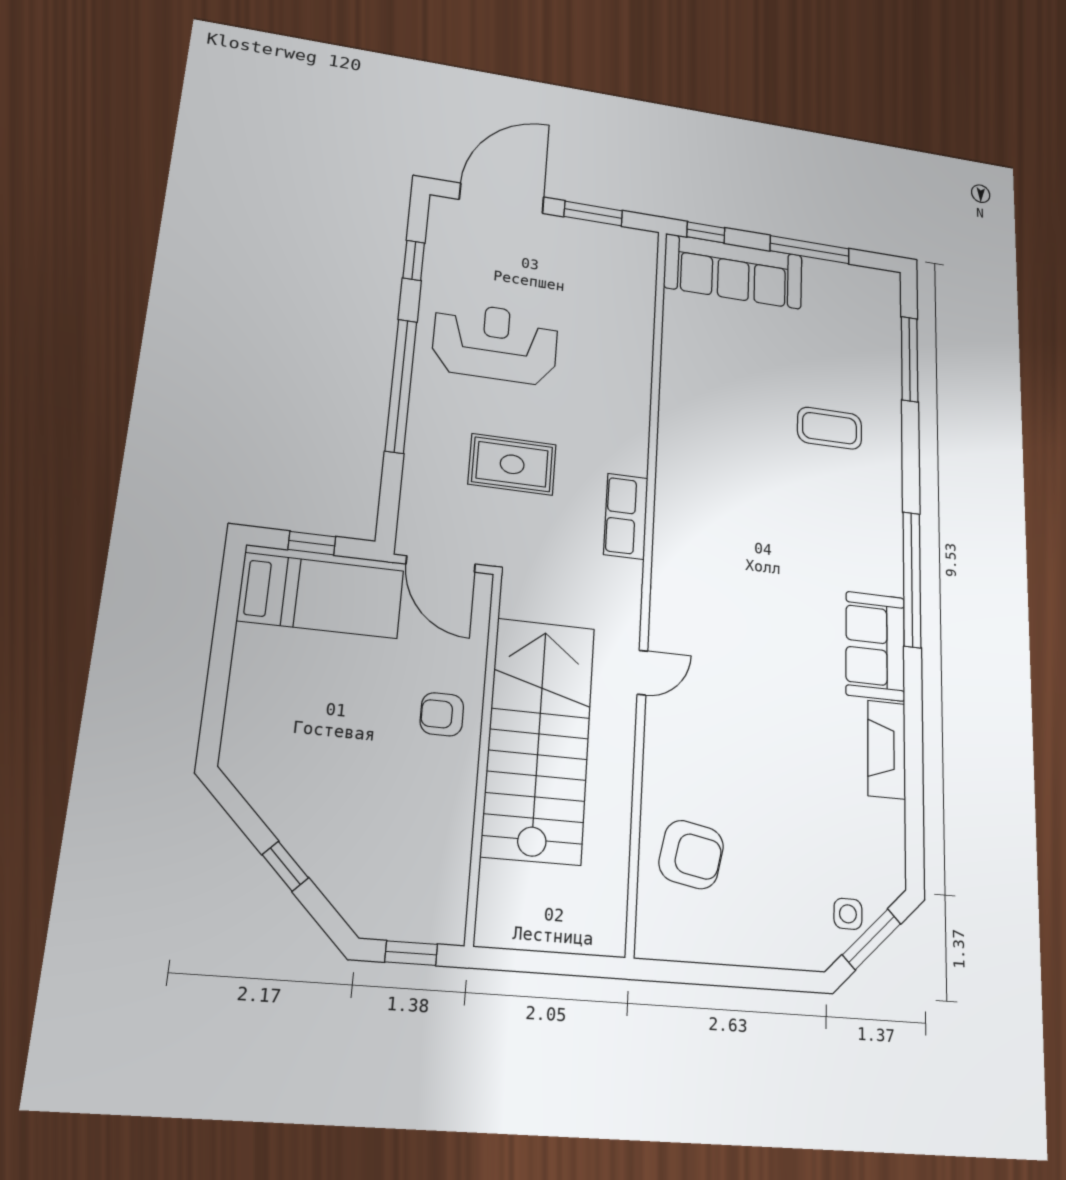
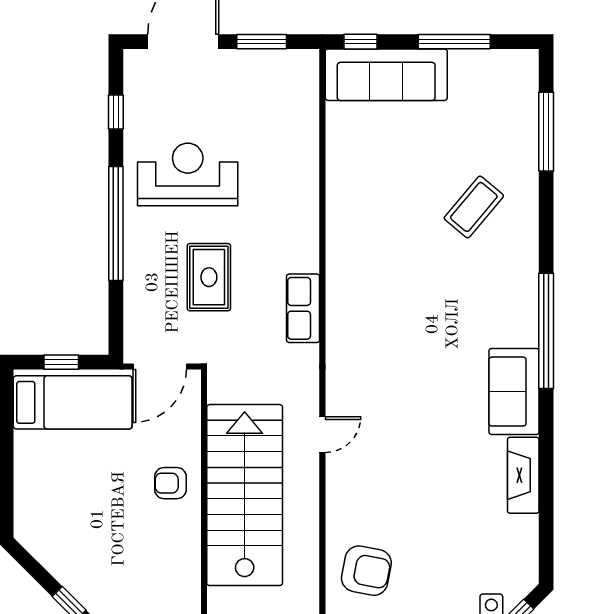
coffee table: (830, 428) -> (474, 207), turned -50
rug: (512, 464) -> (209, 277), turned 90
door: (441, 564) -> (160, 366), hinge flipped

